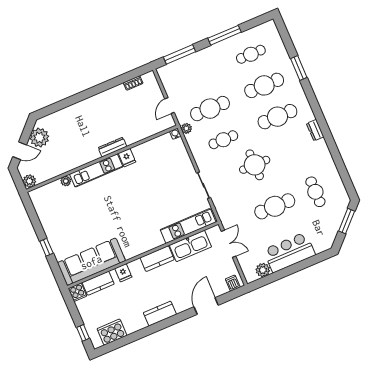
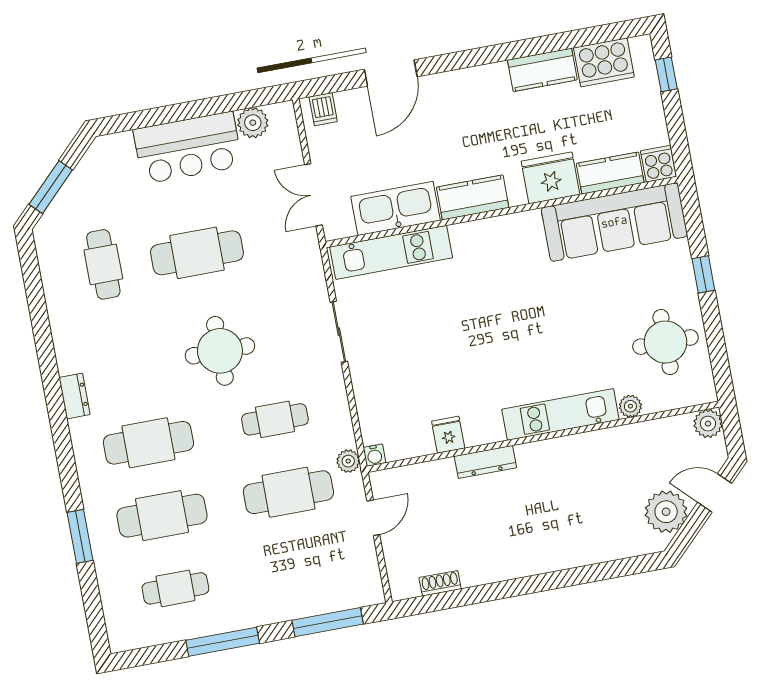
dresser: (112, 147) -> (485, 462), moved
fridge: (127, 158) -> (448, 435), moved
round table: (57, 213) -> (665, 342), added
fridge: (123, 273) -> (550, 178), width x1.88, depth x1.34
kitchen counter: (160, 314) -> (542, 70), moved

